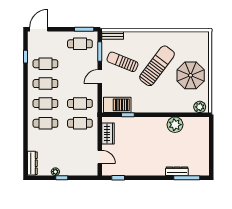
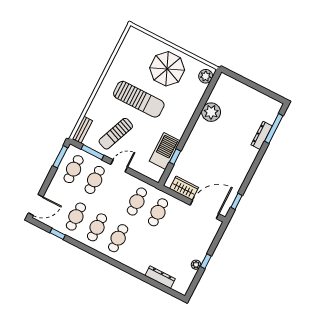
door: (39, 29) -> (36, 205), swing flipped
sun lounger: (157, 66) -> (139, 99), turned 143
door: (100, 77) -> (119, 166), swing flipped
barbecue: (117, 105) -> (165, 151), moved
cafe table: (45, 123) -> (95, 180), moved
door: (100, 157) -> (204, 209), width x1.87
dresser: (32, 163) -> (160, 277), moved

